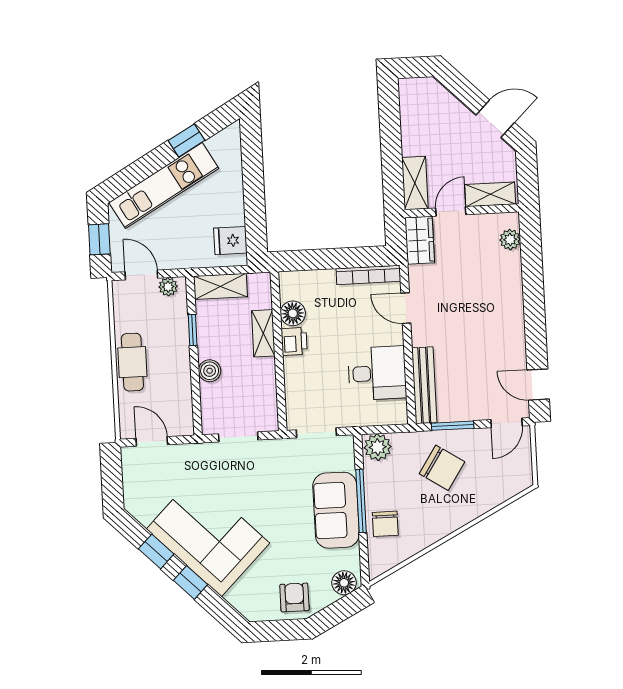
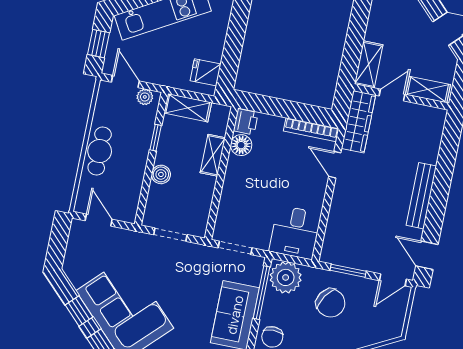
wardrobe: (420, 240) -> (358, 122), width x1.50
plant: (510, 240) -> (435, 131), removed
printer: (294, 341) -> (246, 122), moved
desk: (377, 373) -> (295, 232), moved, turned 90
bench: (424, 385) -> (421, 196), moved
plant: (378, 447) -> (286, 277), width x1.36, depth x1.36
window: (361, 501) -> (262, 293), moved

